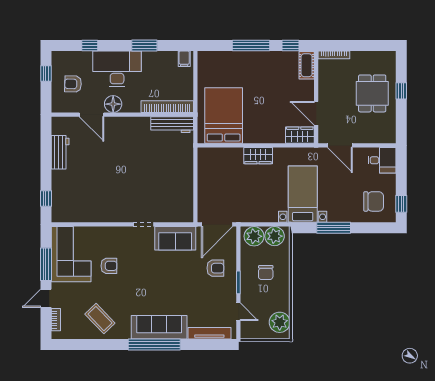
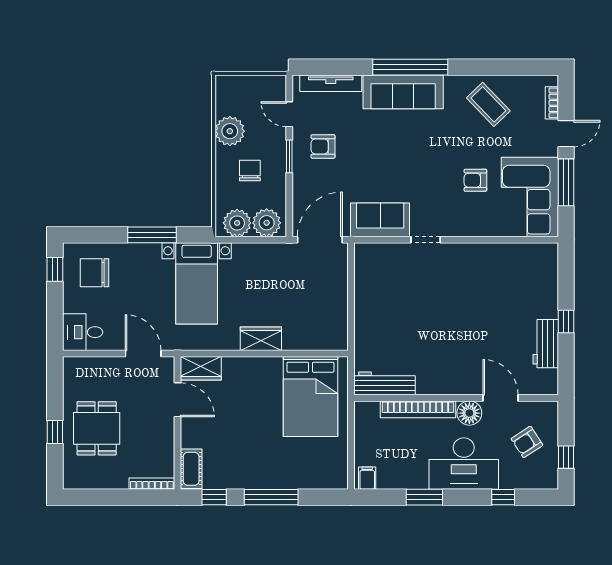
armchair: (73, 84) -> (527, 442), turned 145
bookcase: (167, 107) -> (418, 409), moved
window: (46, 199) -> (566, 321), moved
armchair: (215, 268) -> (323, 146), moved
plant: (280, 322) -> (230, 131), moved

